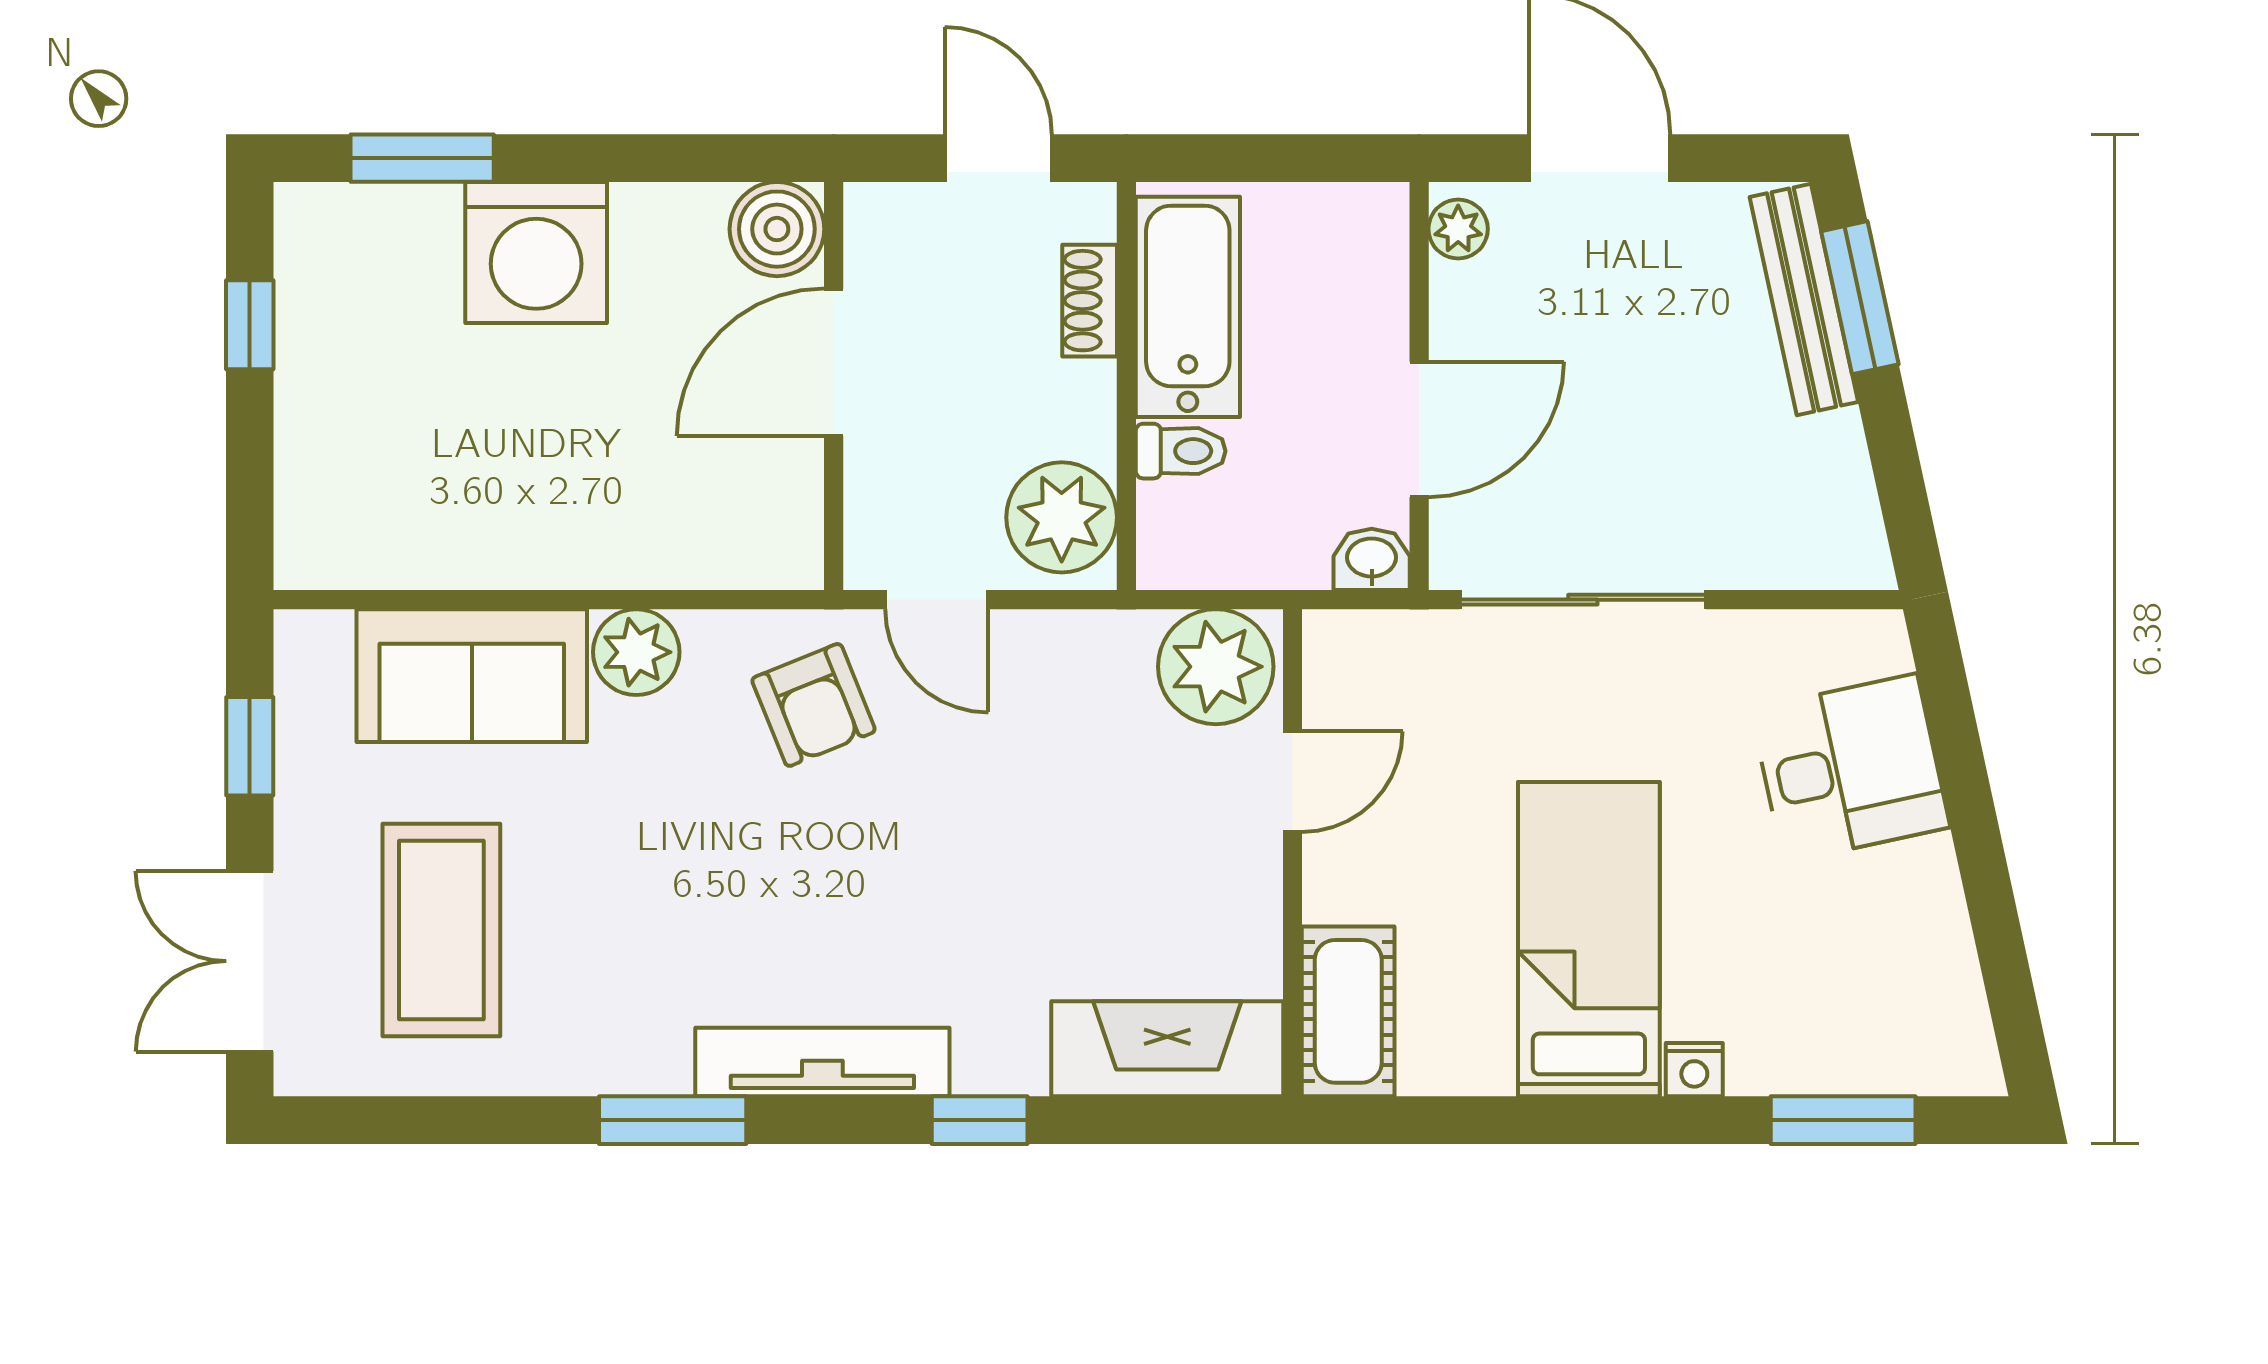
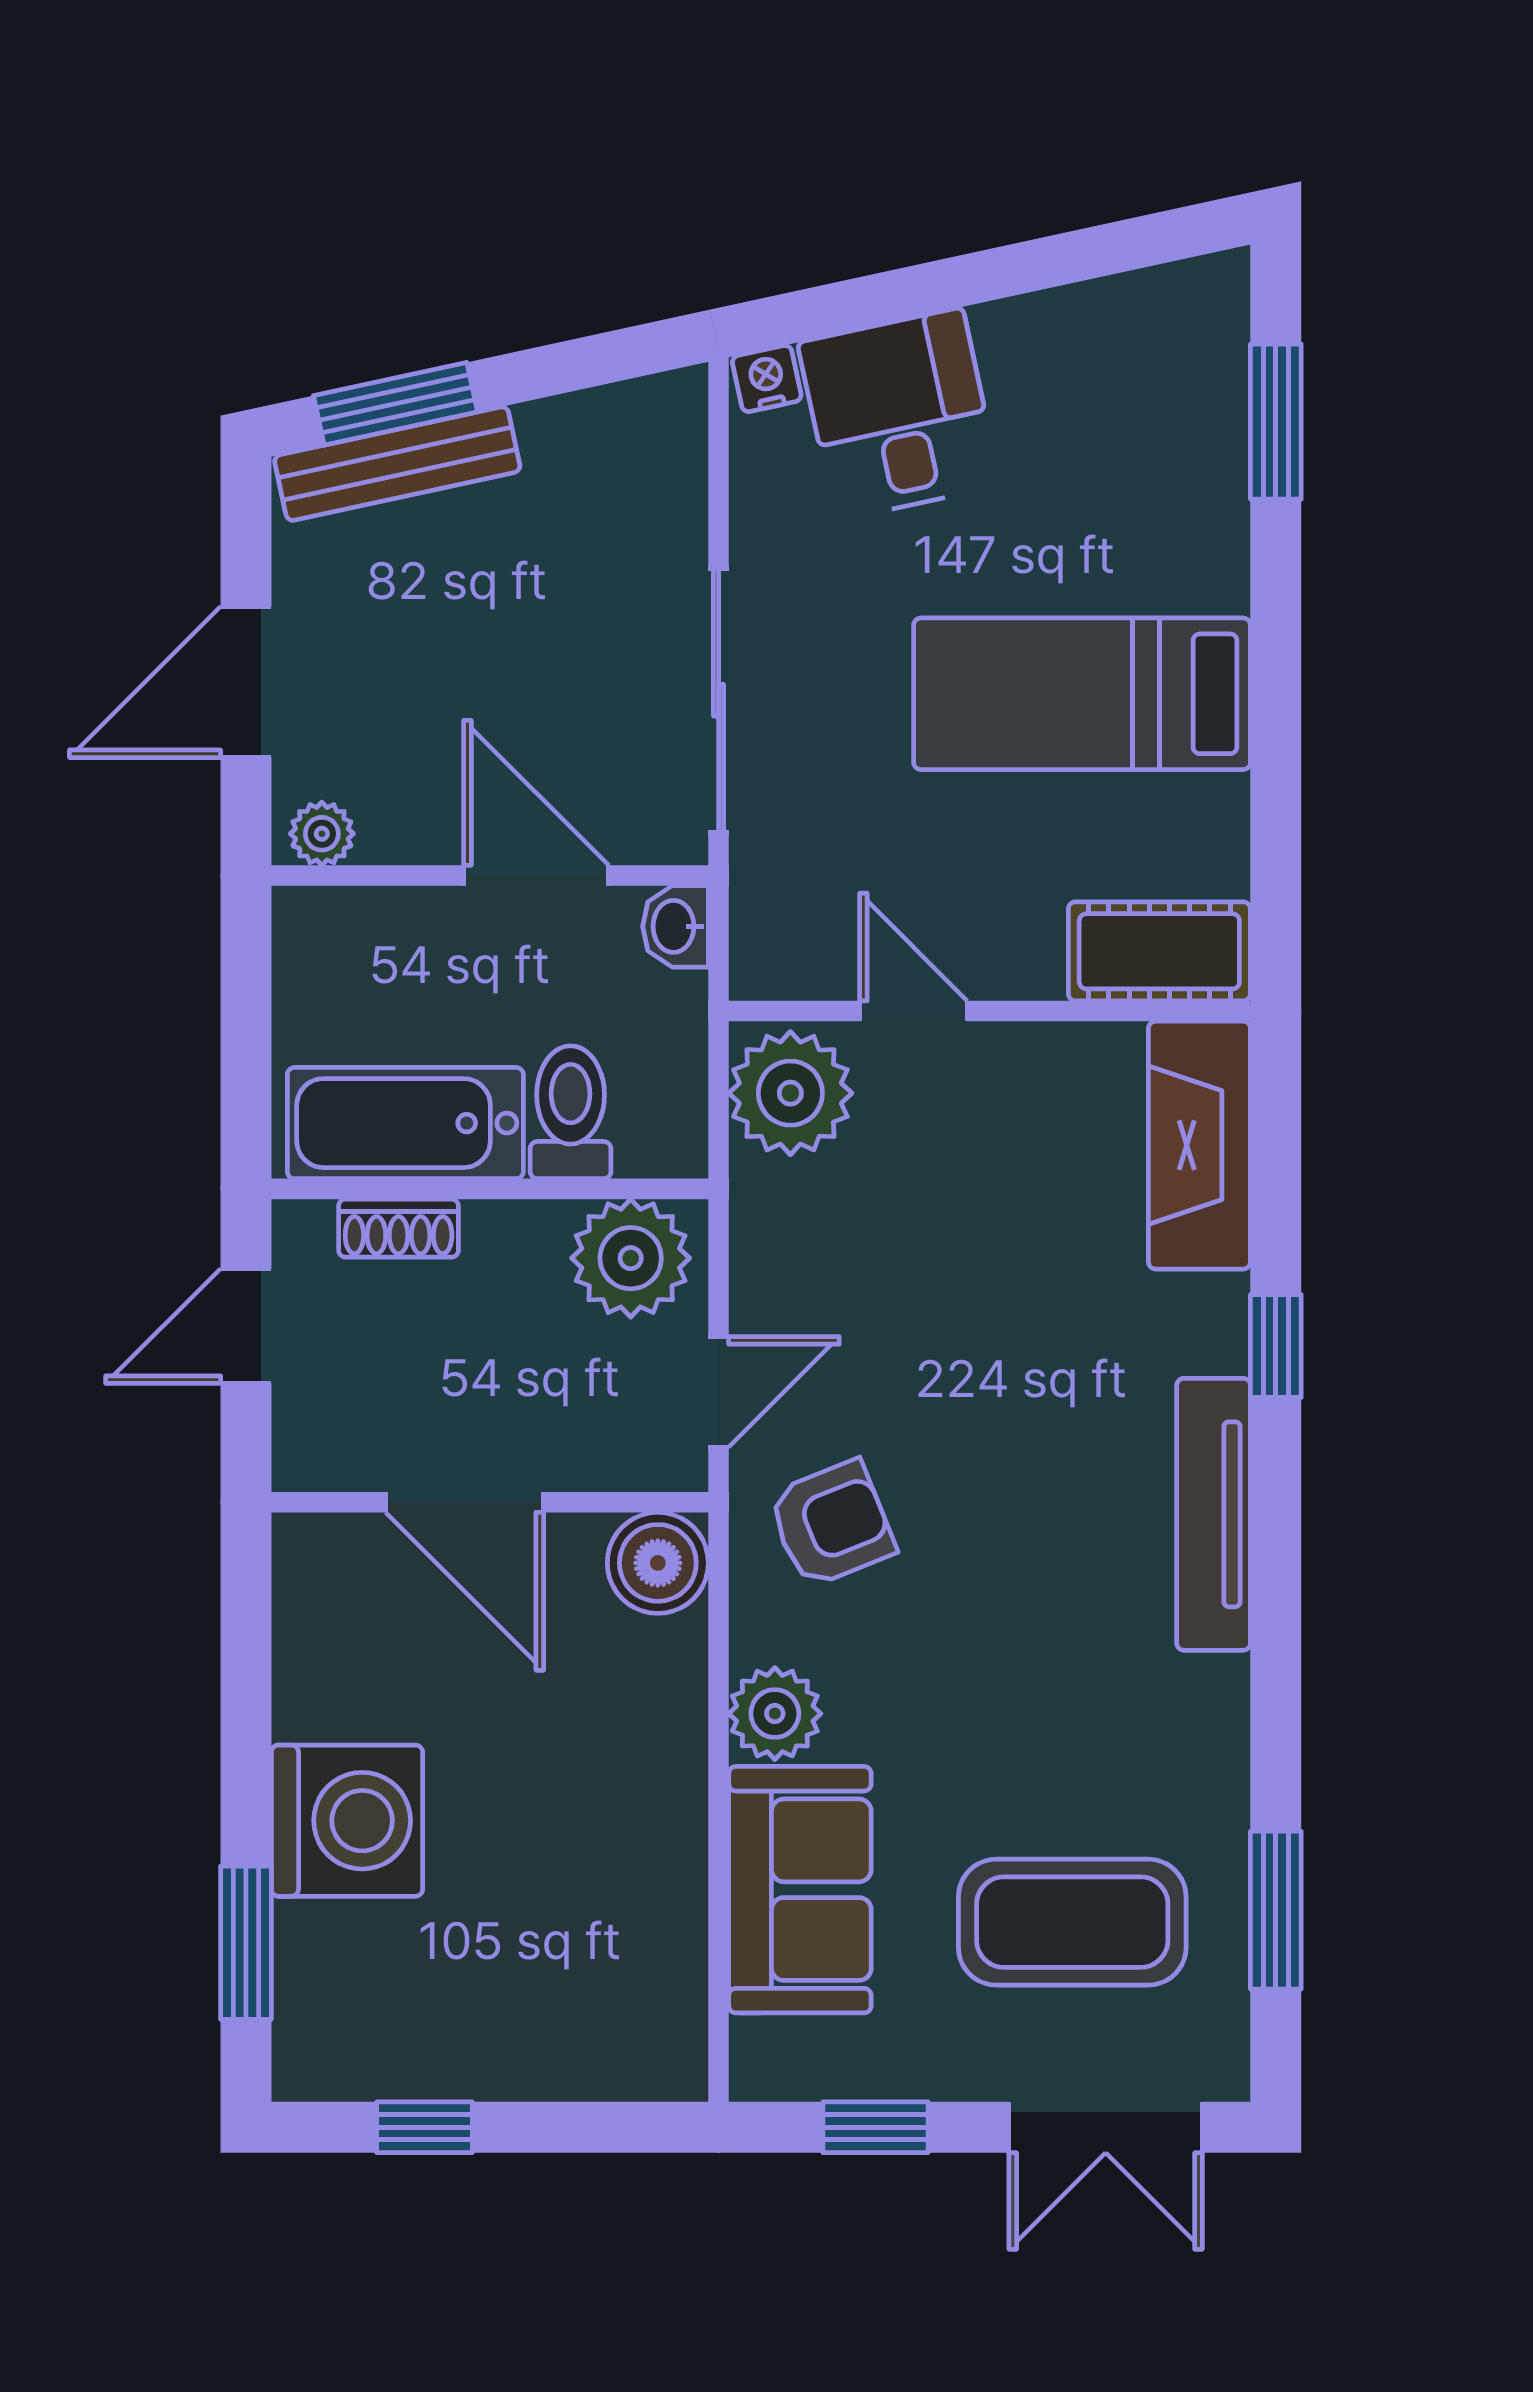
boiler: (777, 229) -> (658, 1563), moved
toilet: (1181, 451) -> (571, 1112), width x1.37, depth x1.39
nightstand: (1694, 1070) -> (767, 379), moved, turned -102
window: (673, 1120) -> (1276, 1910), moved

